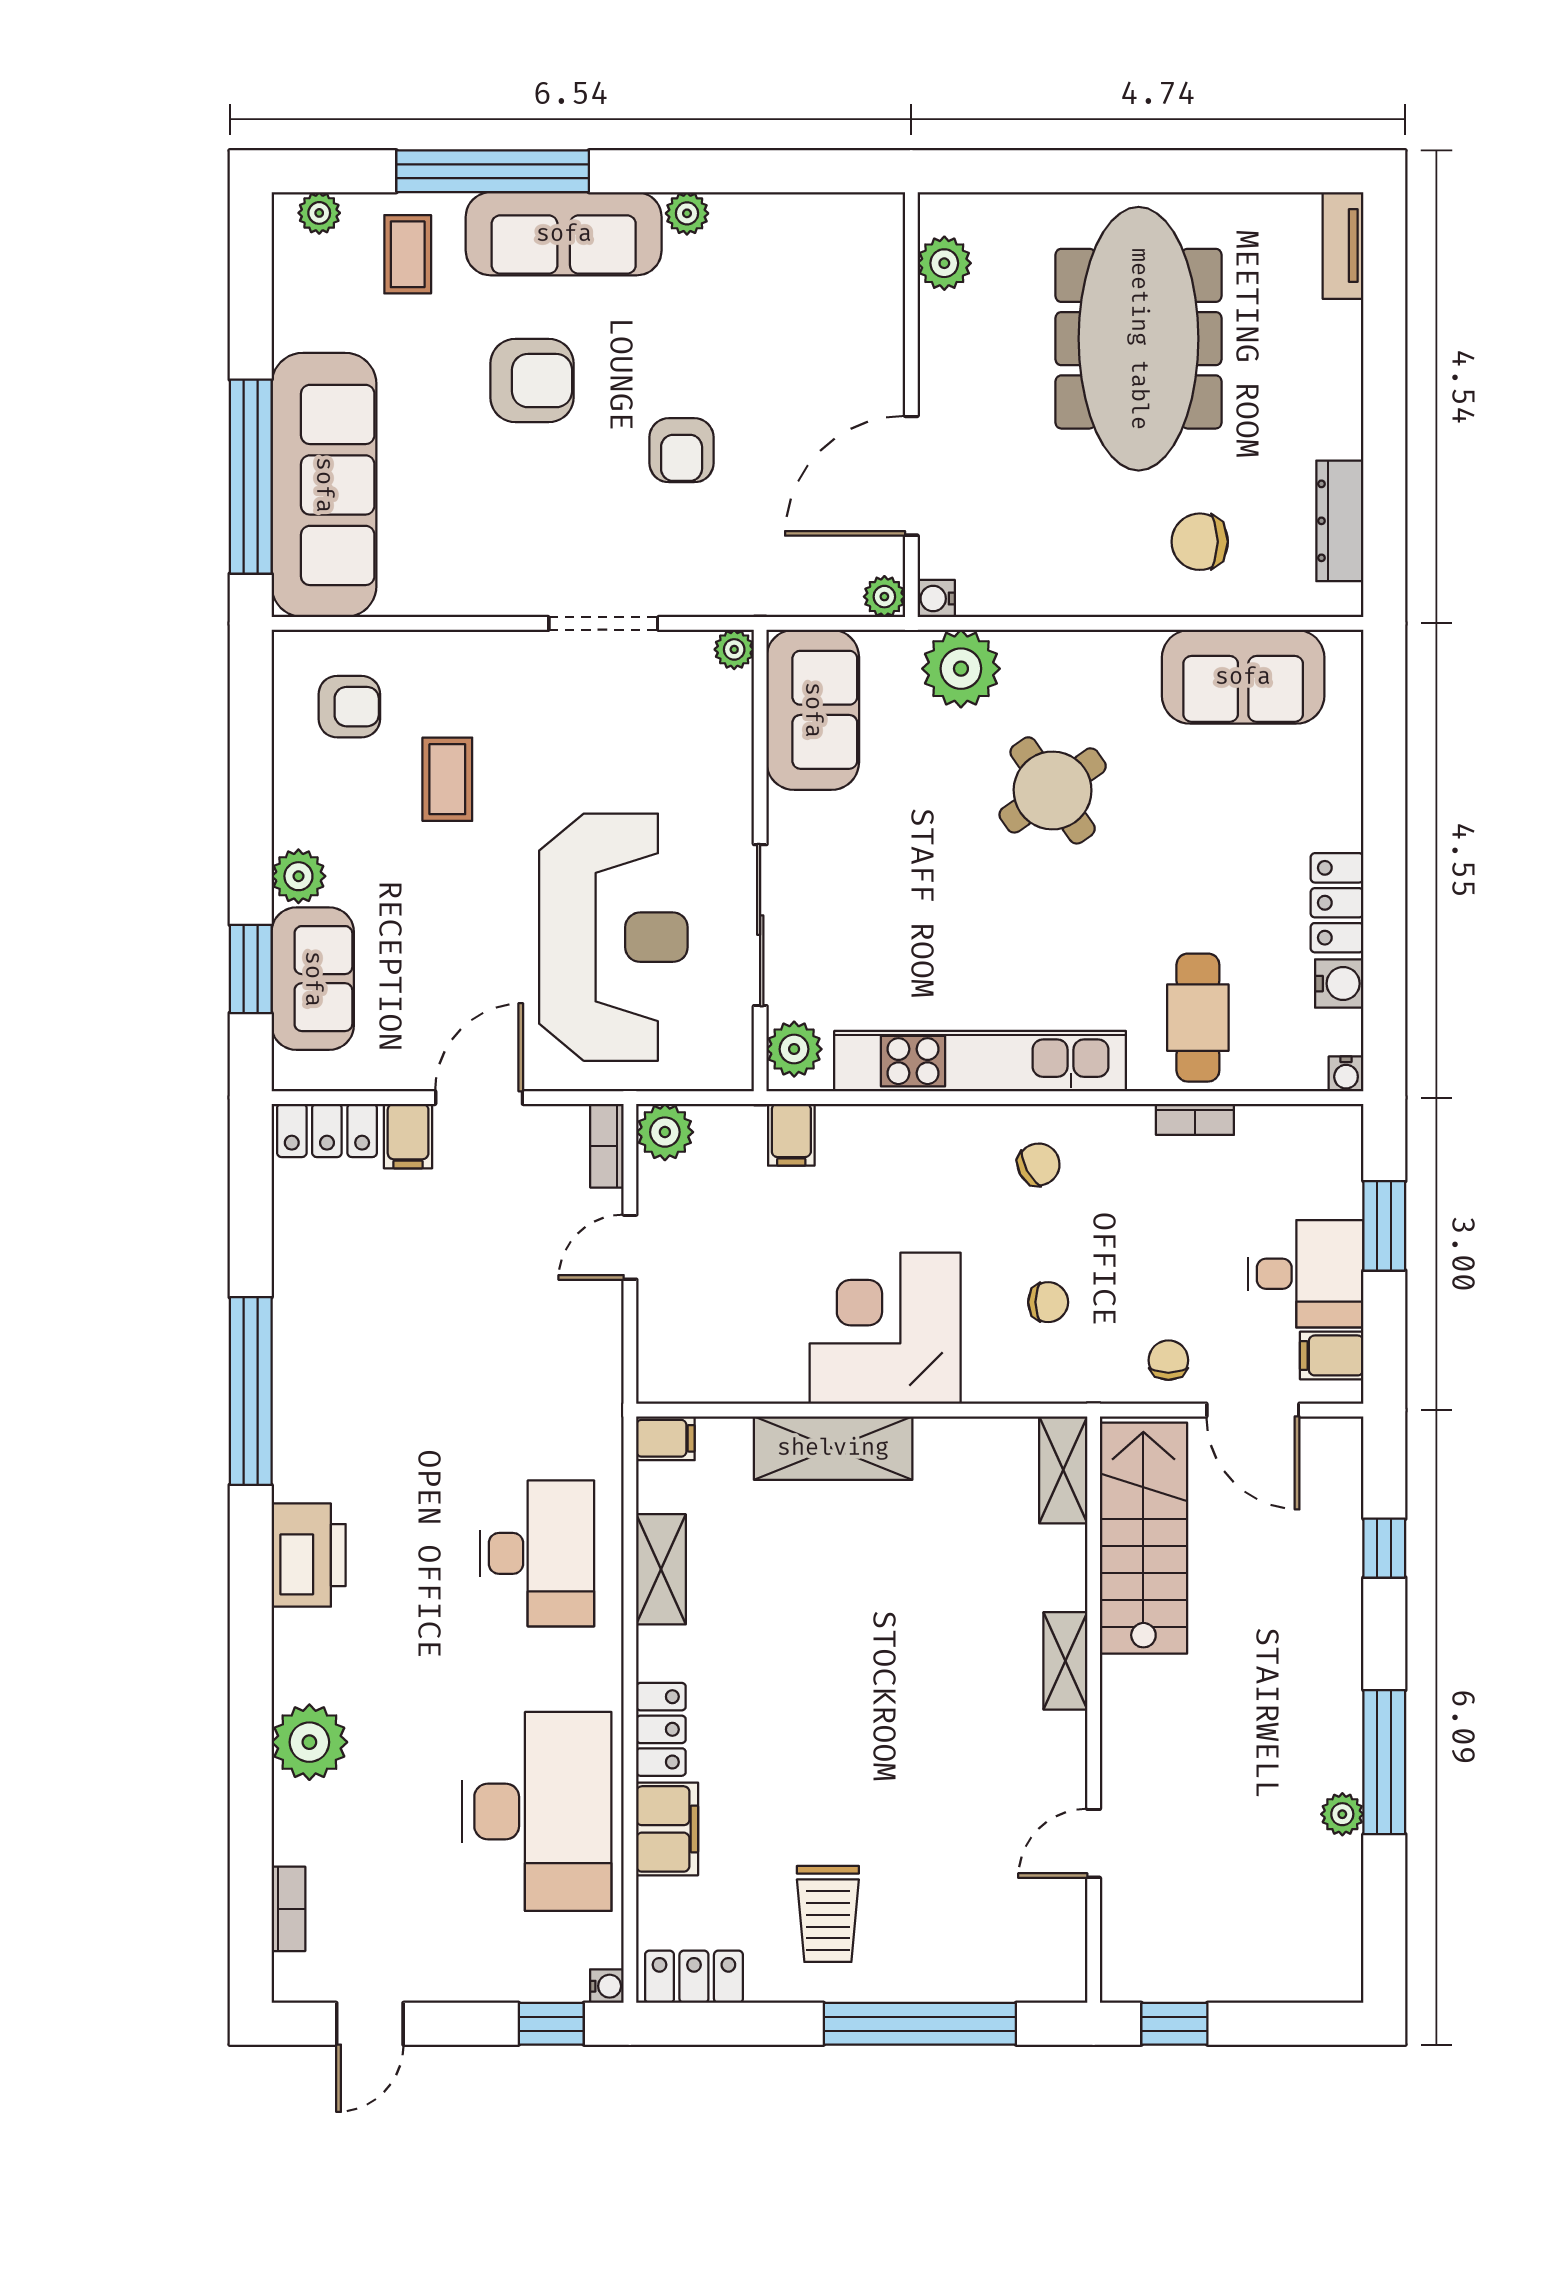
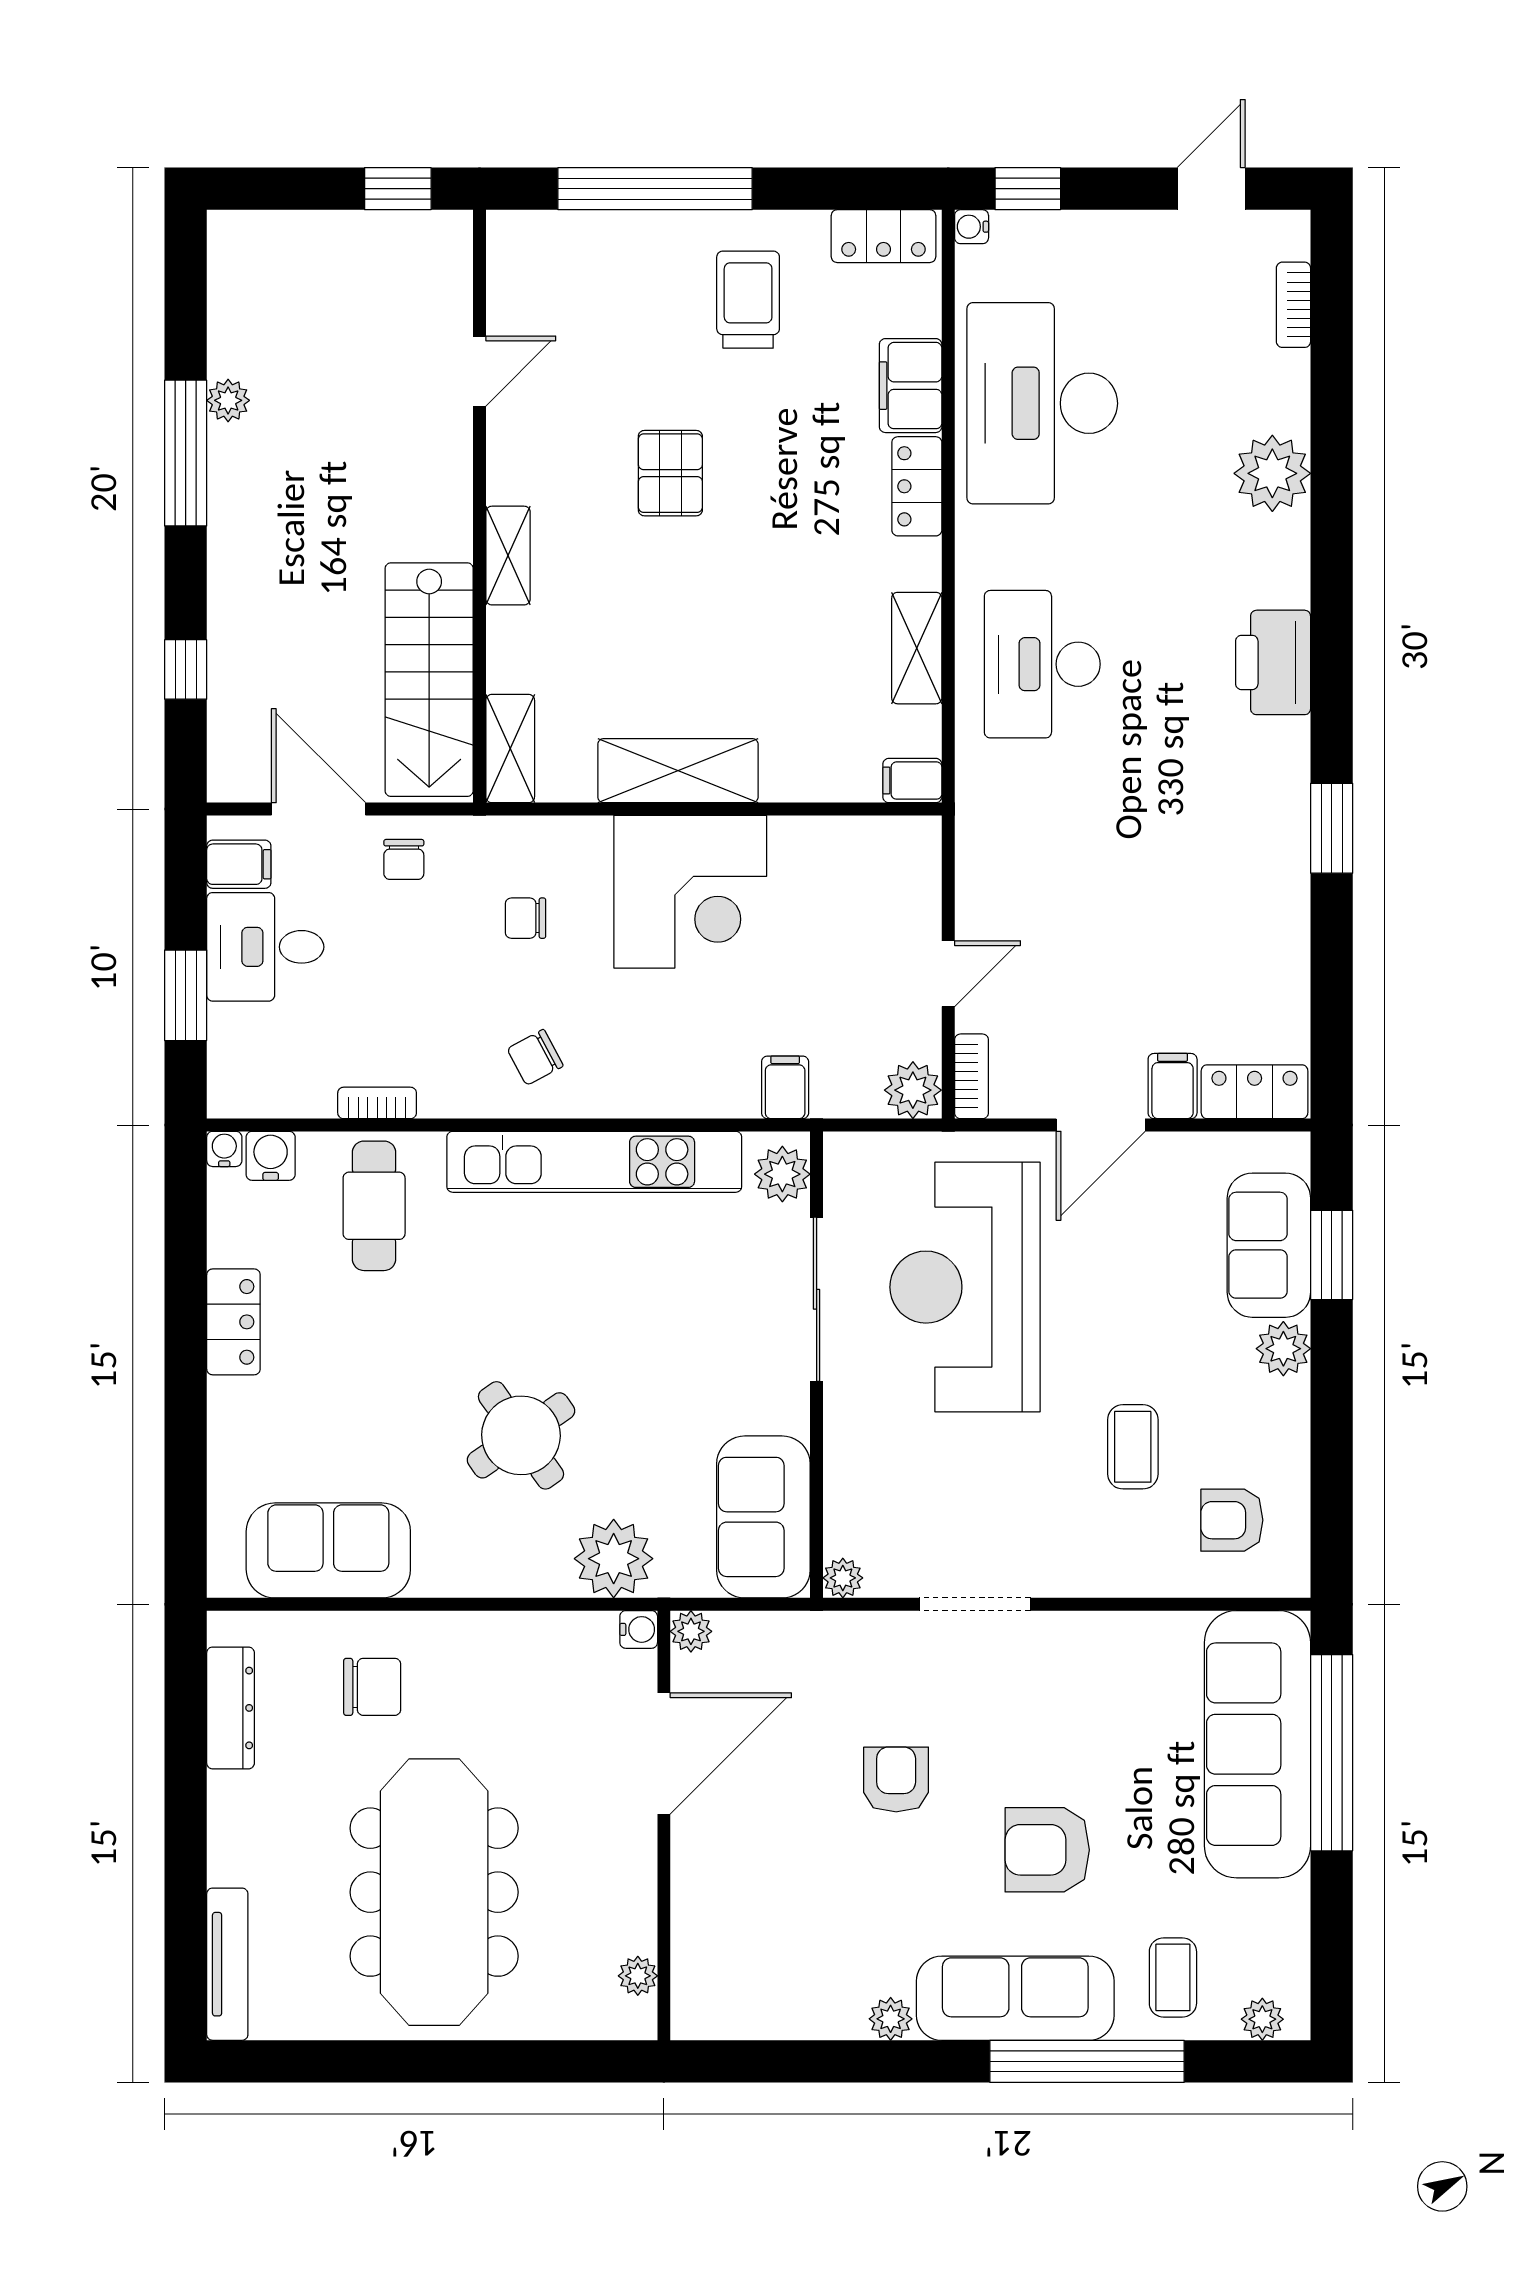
tv unit: (1343, 246) -> (227, 1964), width x1.41
plant: (944, 263) -> (638, 1976), width x0.73, depth x0.73
water cooler: (1339, 984) -> (271, 1156), moved, turned 90
window: (251, 1391) -> (1332, 828), width x0.47
shelving: (833, 1448) -> (678, 771), moved
pallet: (905, 1742) -> (670, 473), added

